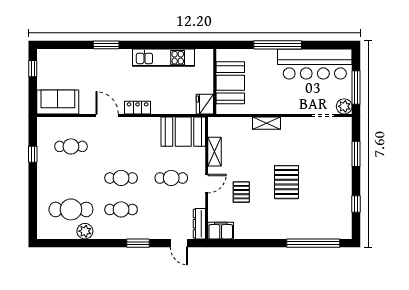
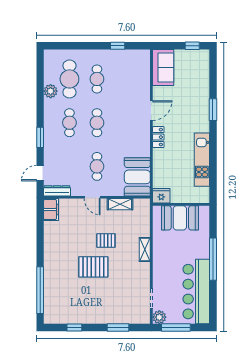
cafe table: (71, 146) -> (97, 79), moved
pallet: (241, 192) -> (106, 241), moved

